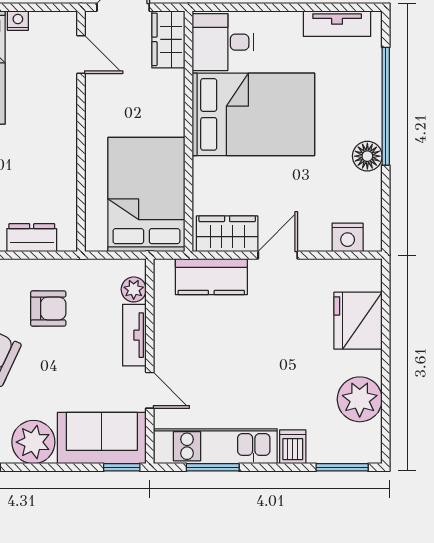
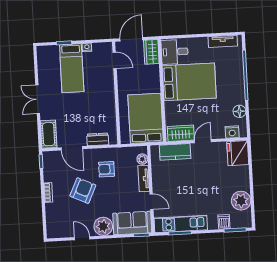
floor lamp: (367, 156) -> (239, 111), moved
armchair: (48, 308) -> (106, 169), turned 180
fridge: (358, 321) -> (238, 153), moved
dishwasher: (293, 447) -> (224, 222), moved

